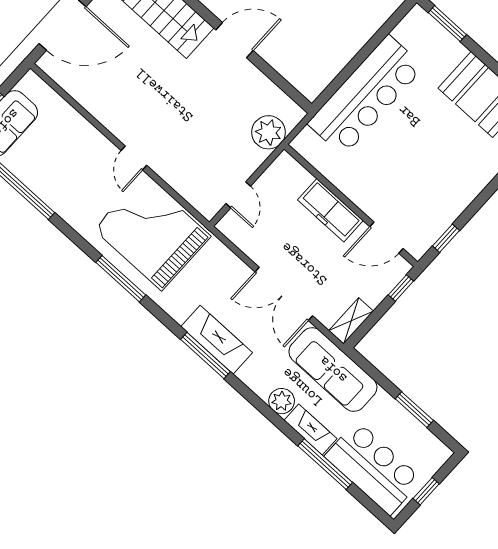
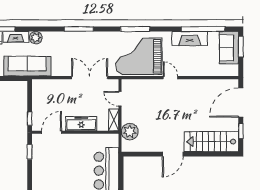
grand piano: (152, 233) -> (139, 56), turned 180
double door: (284, 294) -> (90, 78), moved
shelving: (351, 321) -> (114, 120), moved
fireplace: (217, 340) -> (190, 39), moved

